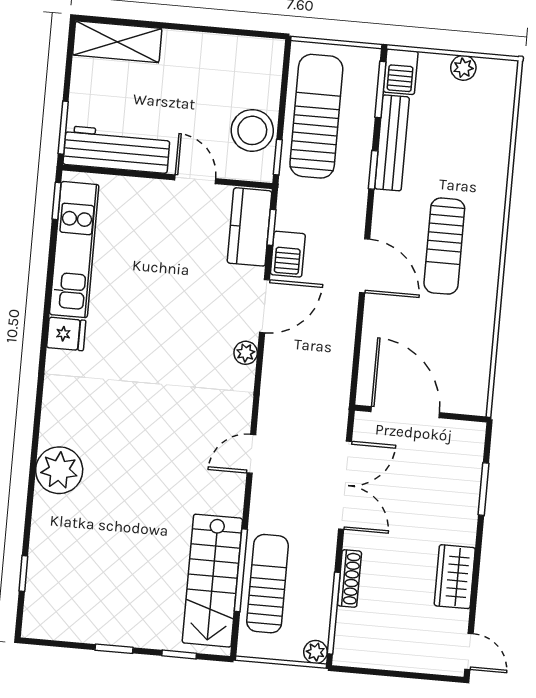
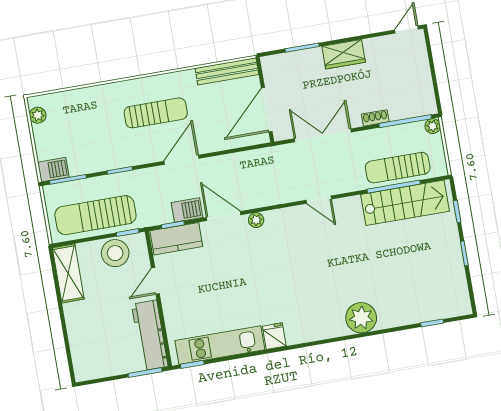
shelving: (117, 42) -> (68, 273), moved
plant: (463, 68) -> (38, 115), moved
bench: (392, 143) -> (227, 71), moved
wardrobe: (455, 577) -> (344, 54), moved
shoe rack: (349, 578) -> (375, 118), width x0.70

